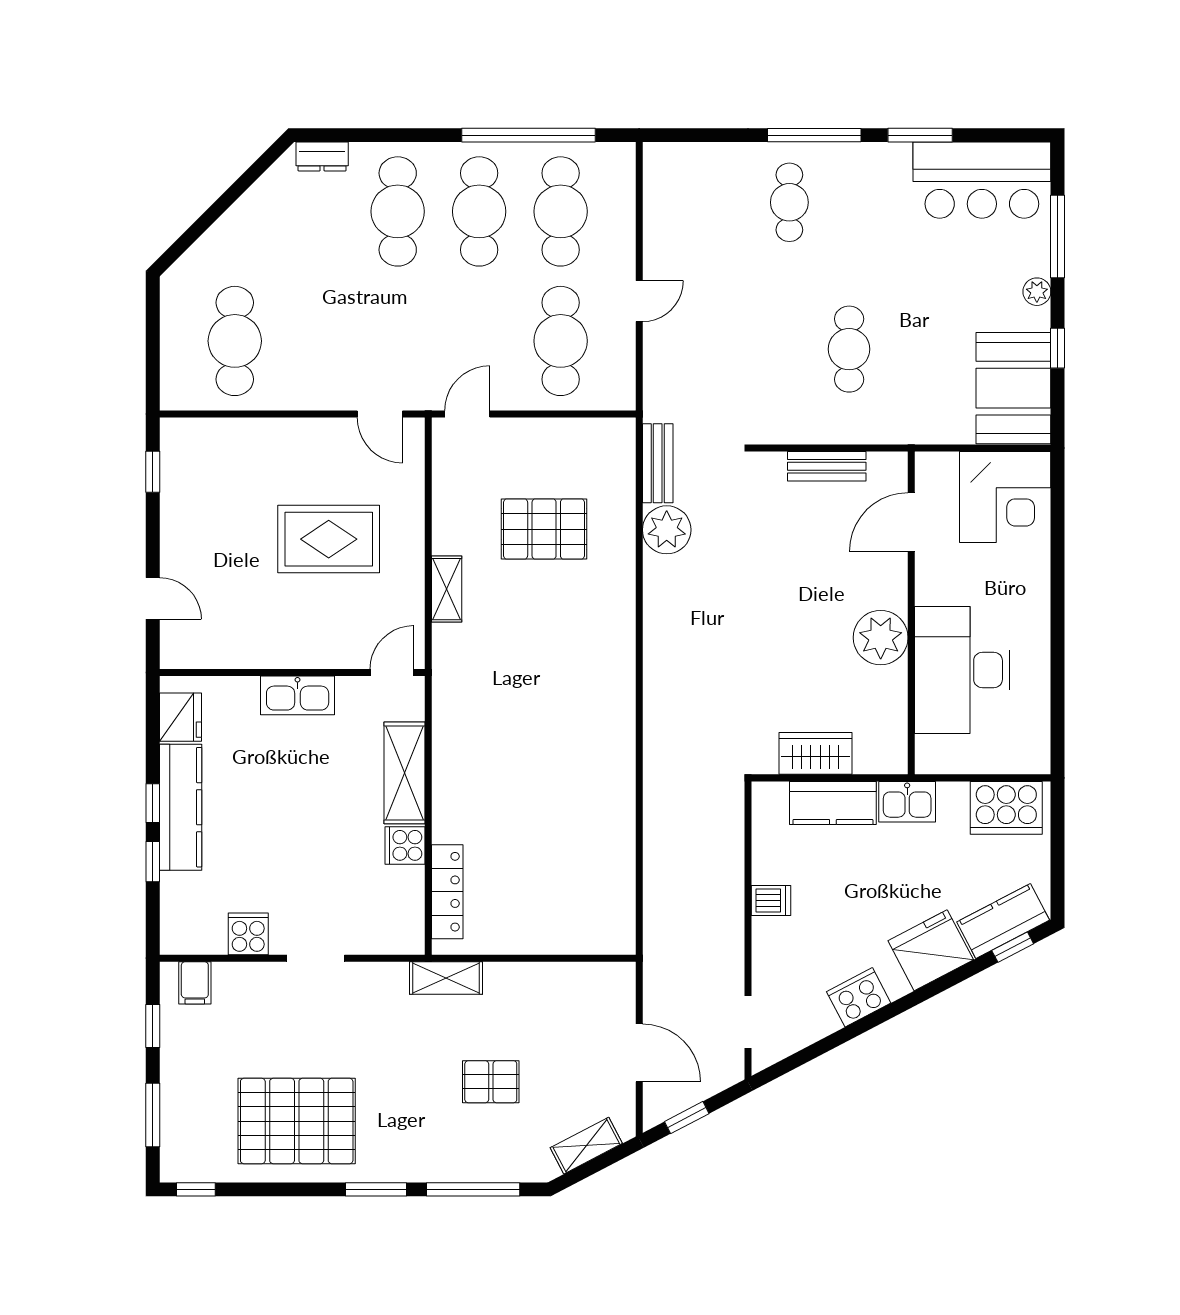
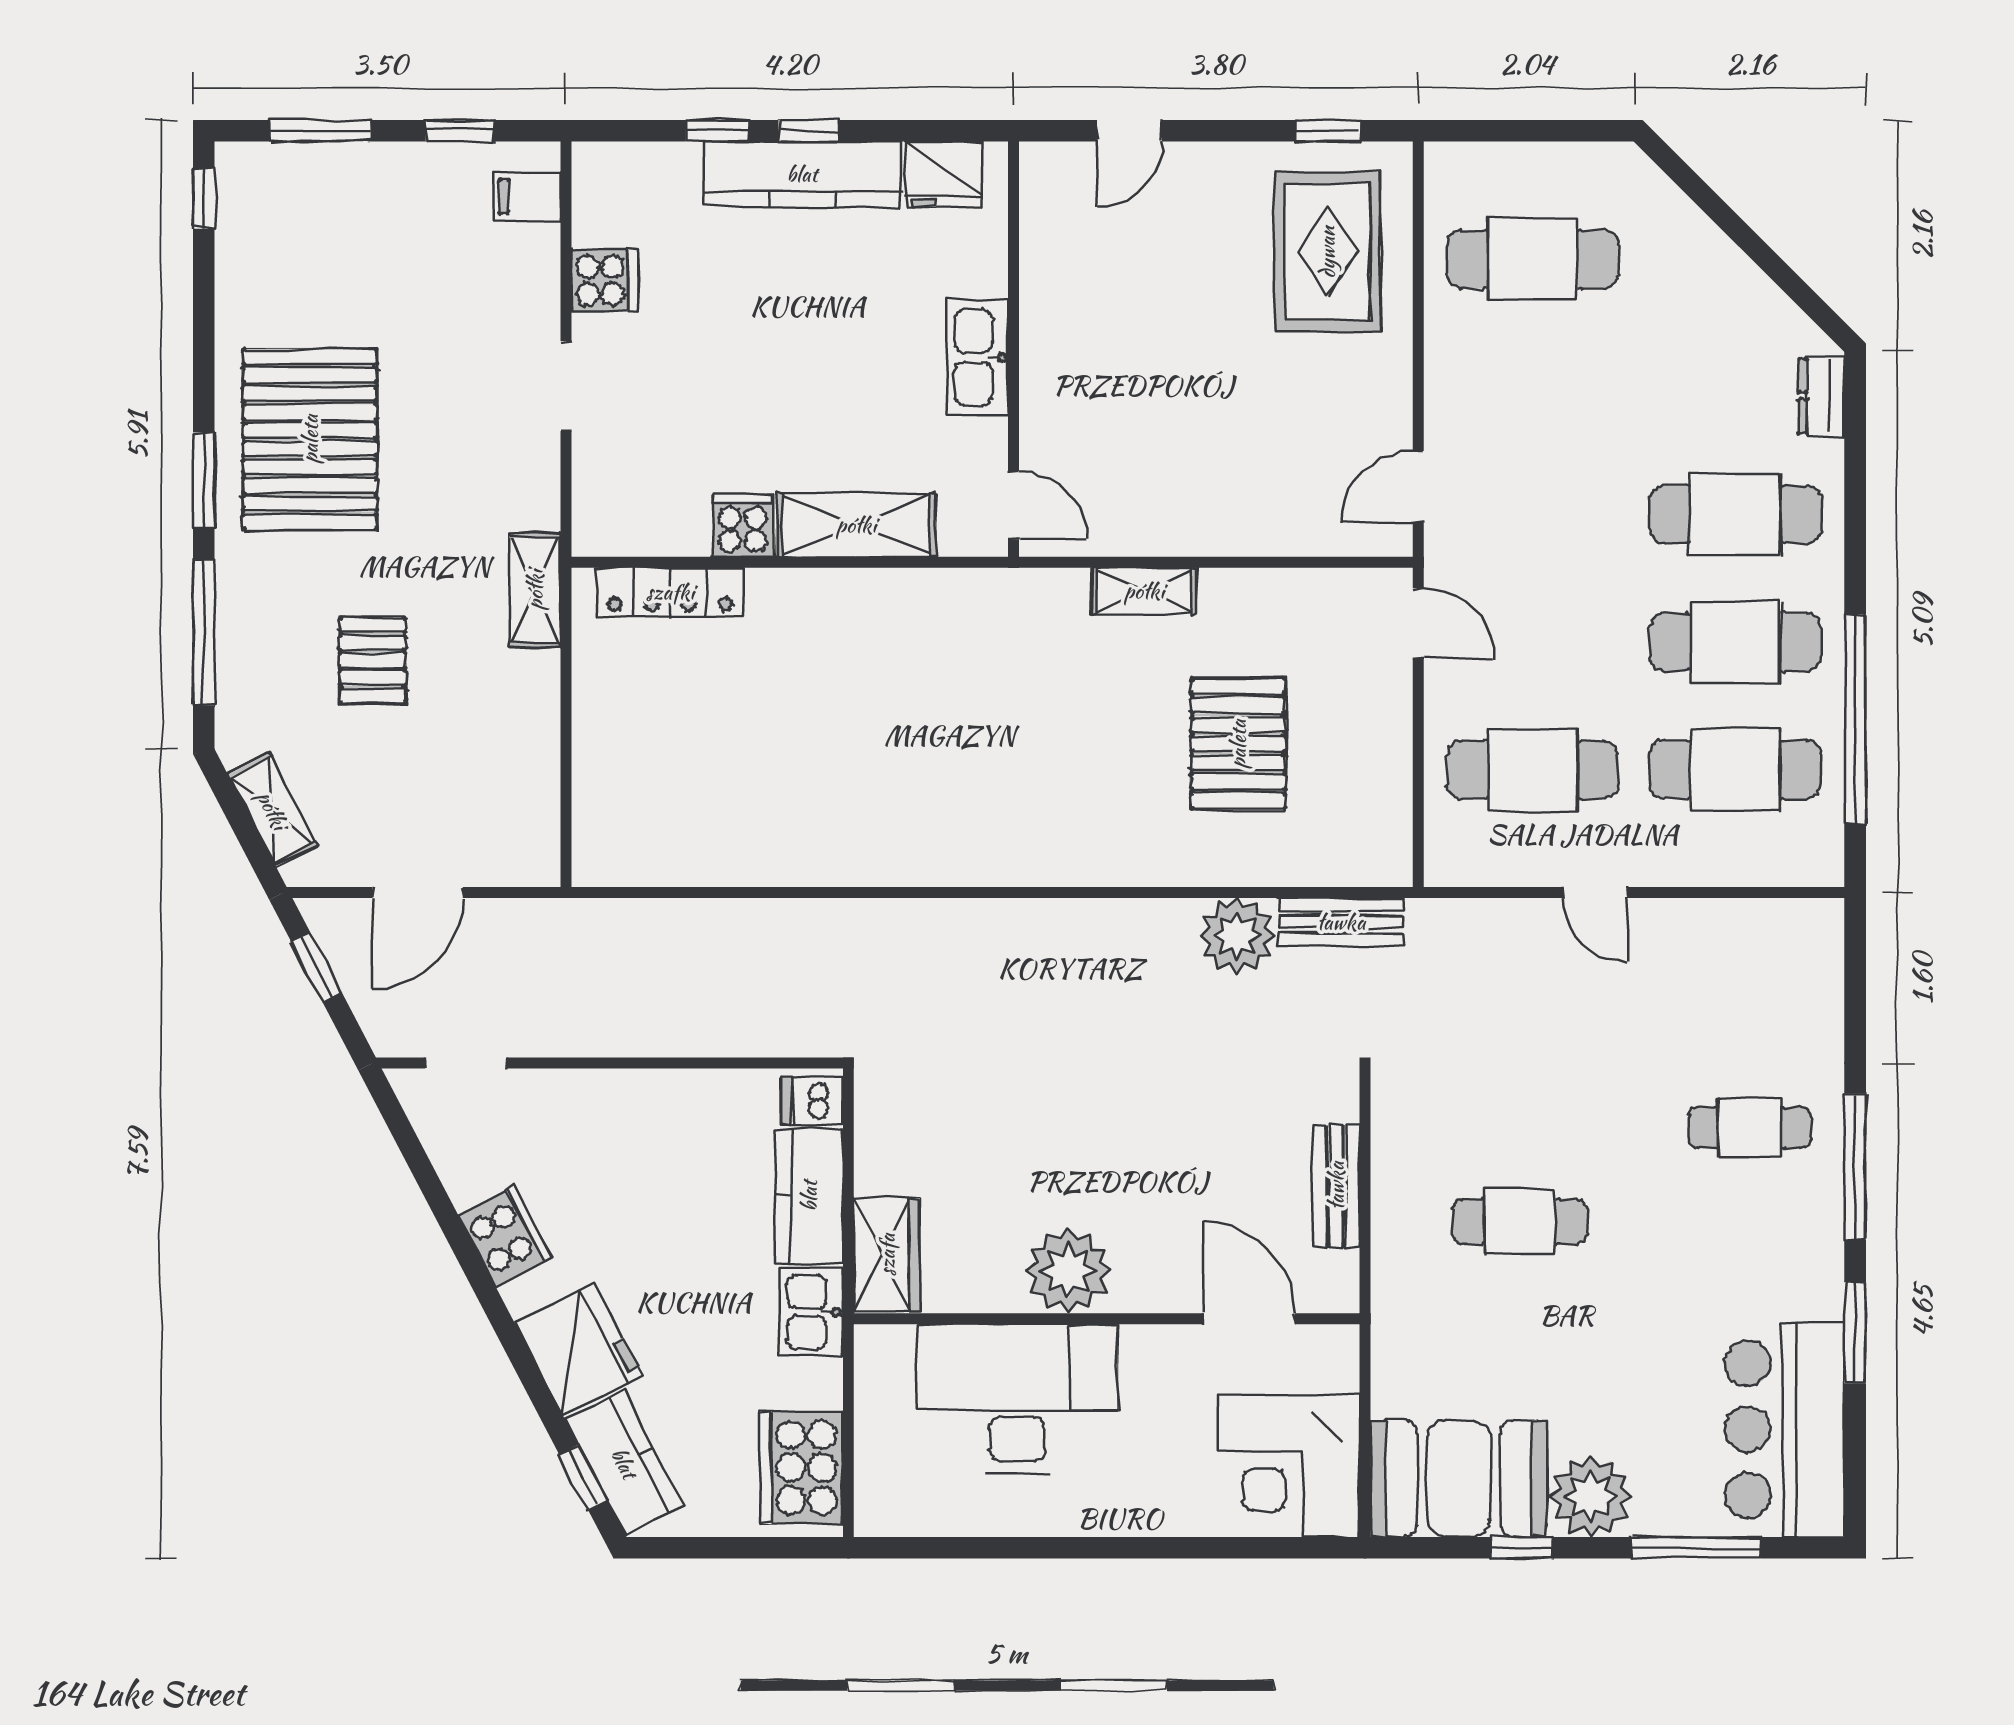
plant: (1037, 292) -> (1591, 1496), width x1.88, depth x1.88
rug: (329, 539) -> (1327, 252), moved
wardrobe: (816, 753) -> (887, 1255), moved
dishwasher: (771, 900) -> (812, 1100), moved, turned 90
pallet: (297, 1121) -> (310, 439), moved

